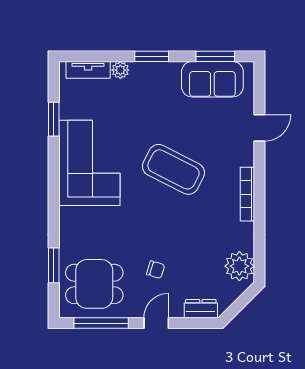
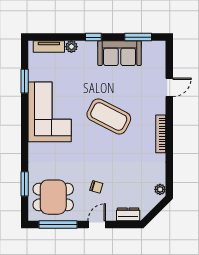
window: (152, 56) -> (93, 37), width x0.67
sofa: (212, 79) -> (120, 53), moved
plant: (239, 266) -> (160, 189), width x0.53, depth x0.53

